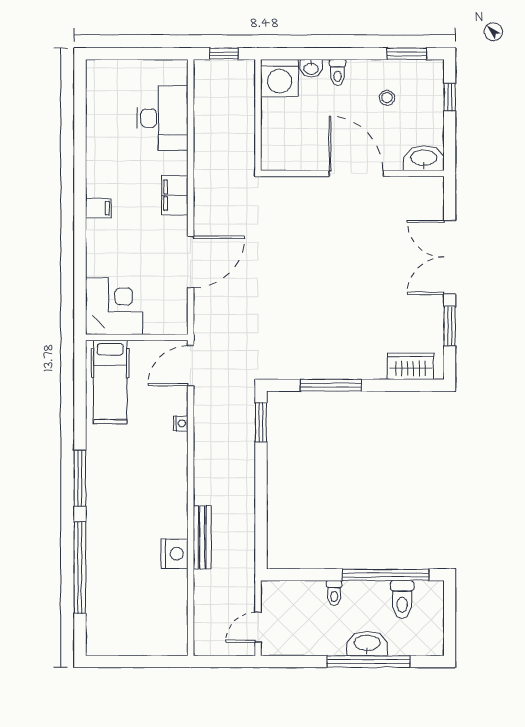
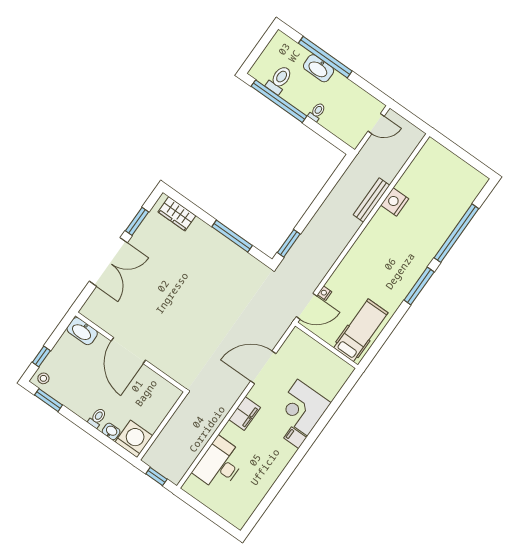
stool: (387, 98) -> (43, 378), moved
corner desk: (114, 306) -> (303, 408), moved
nightstand: (181, 423) -> (325, 293), moved

